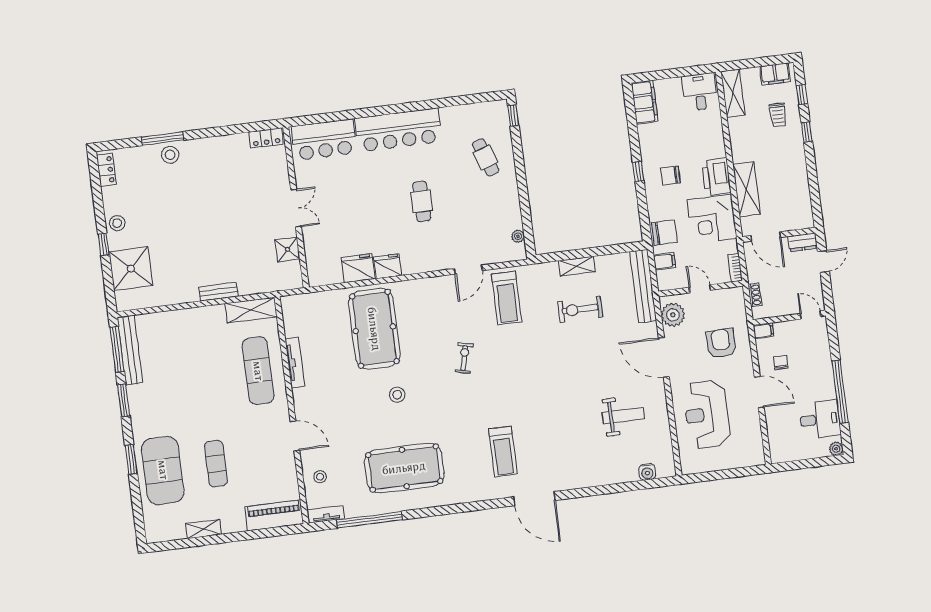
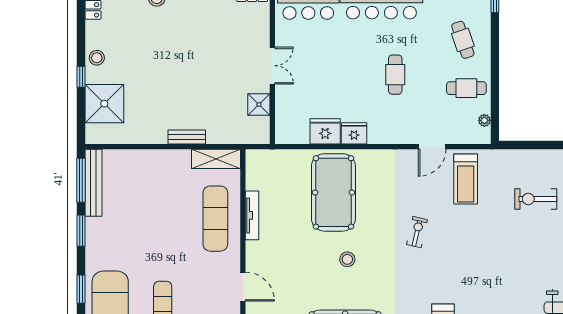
cafe table: (495, 206) -> (466, 88), added
shelving: (577, 266) -> (538, 157), removed

